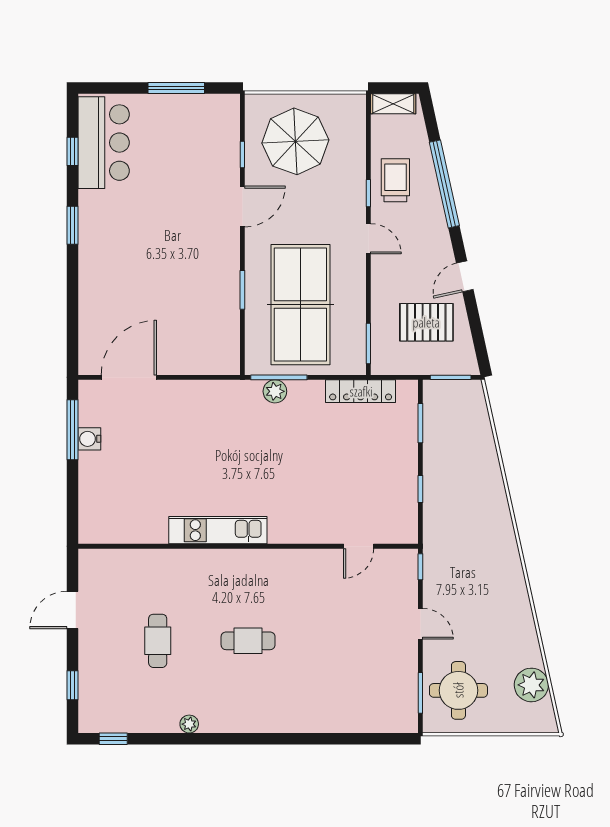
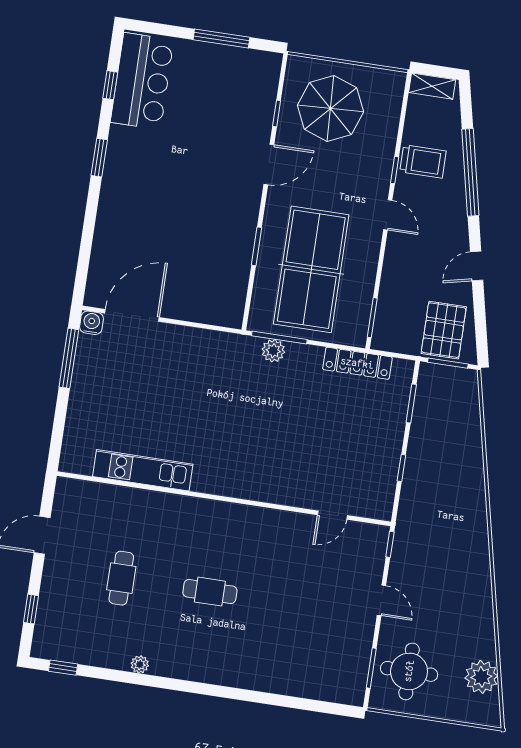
trolley: (395, 180) -> (423, 161), turned 90
pallet: (426, 322) -> (444, 330), moved, turned 90
water cooler: (89, 439) -> (92, 323), moved, turned 90
kitchen unit: (218, 530) -> (143, 470), moved

